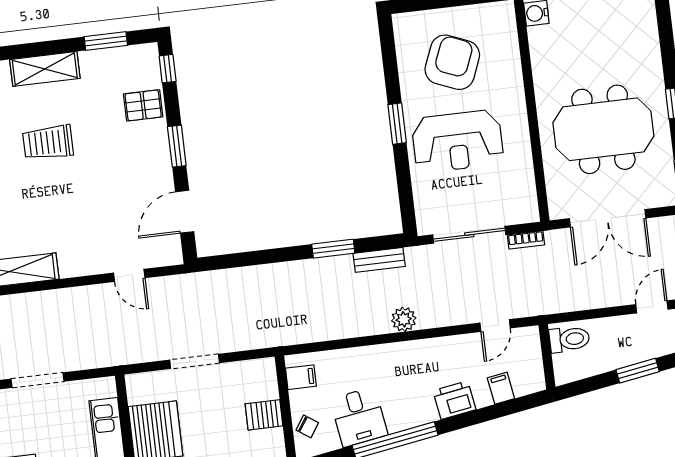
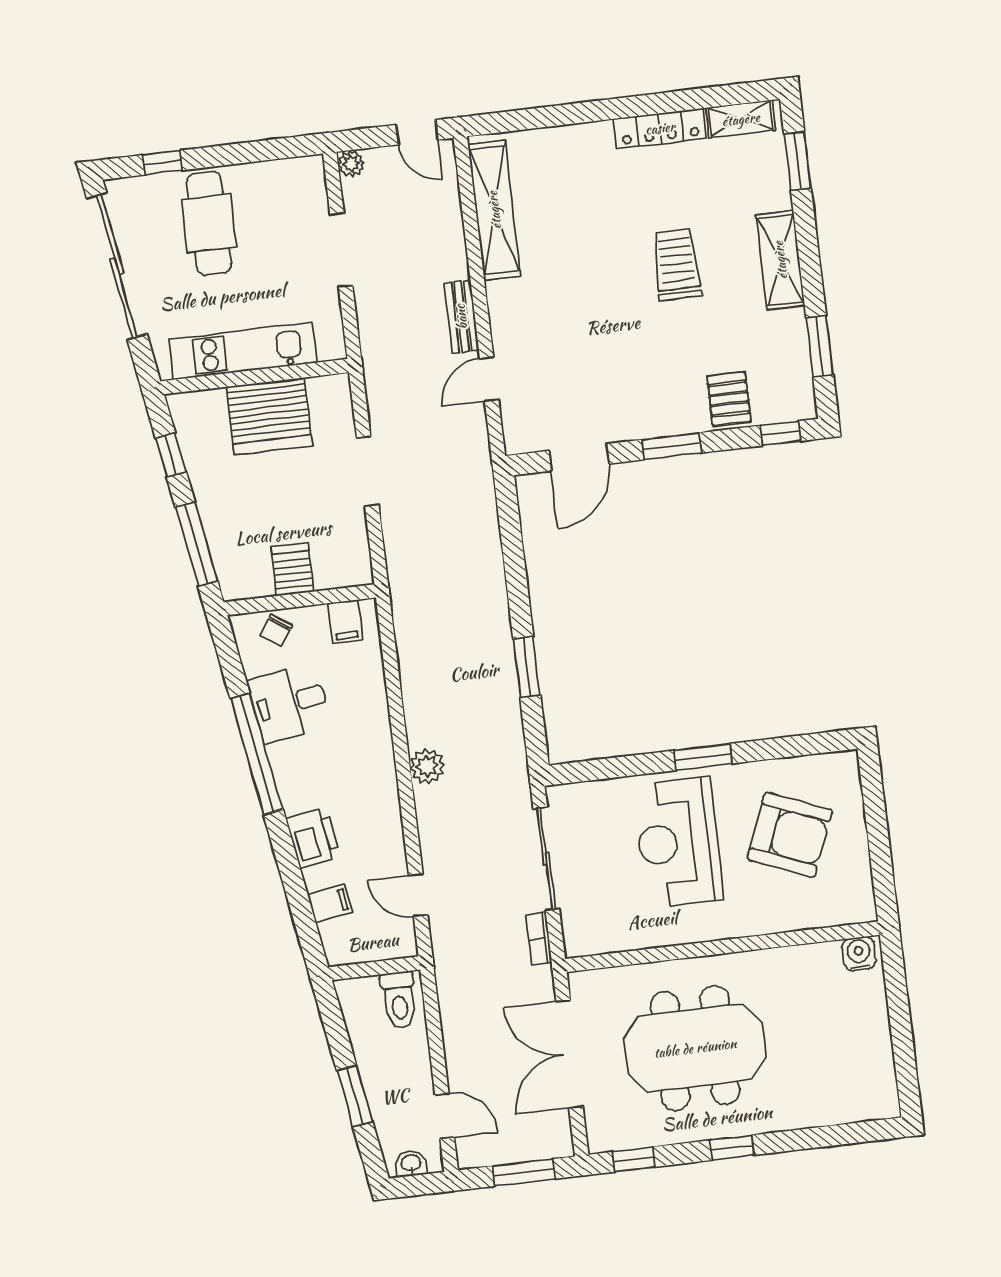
meeting table: (603, 129) -> (695, 1048), turned 90
door: (185, 212) -> (579, 457), swing flipped
bench: (379, 260) -> (461, 317), moved

